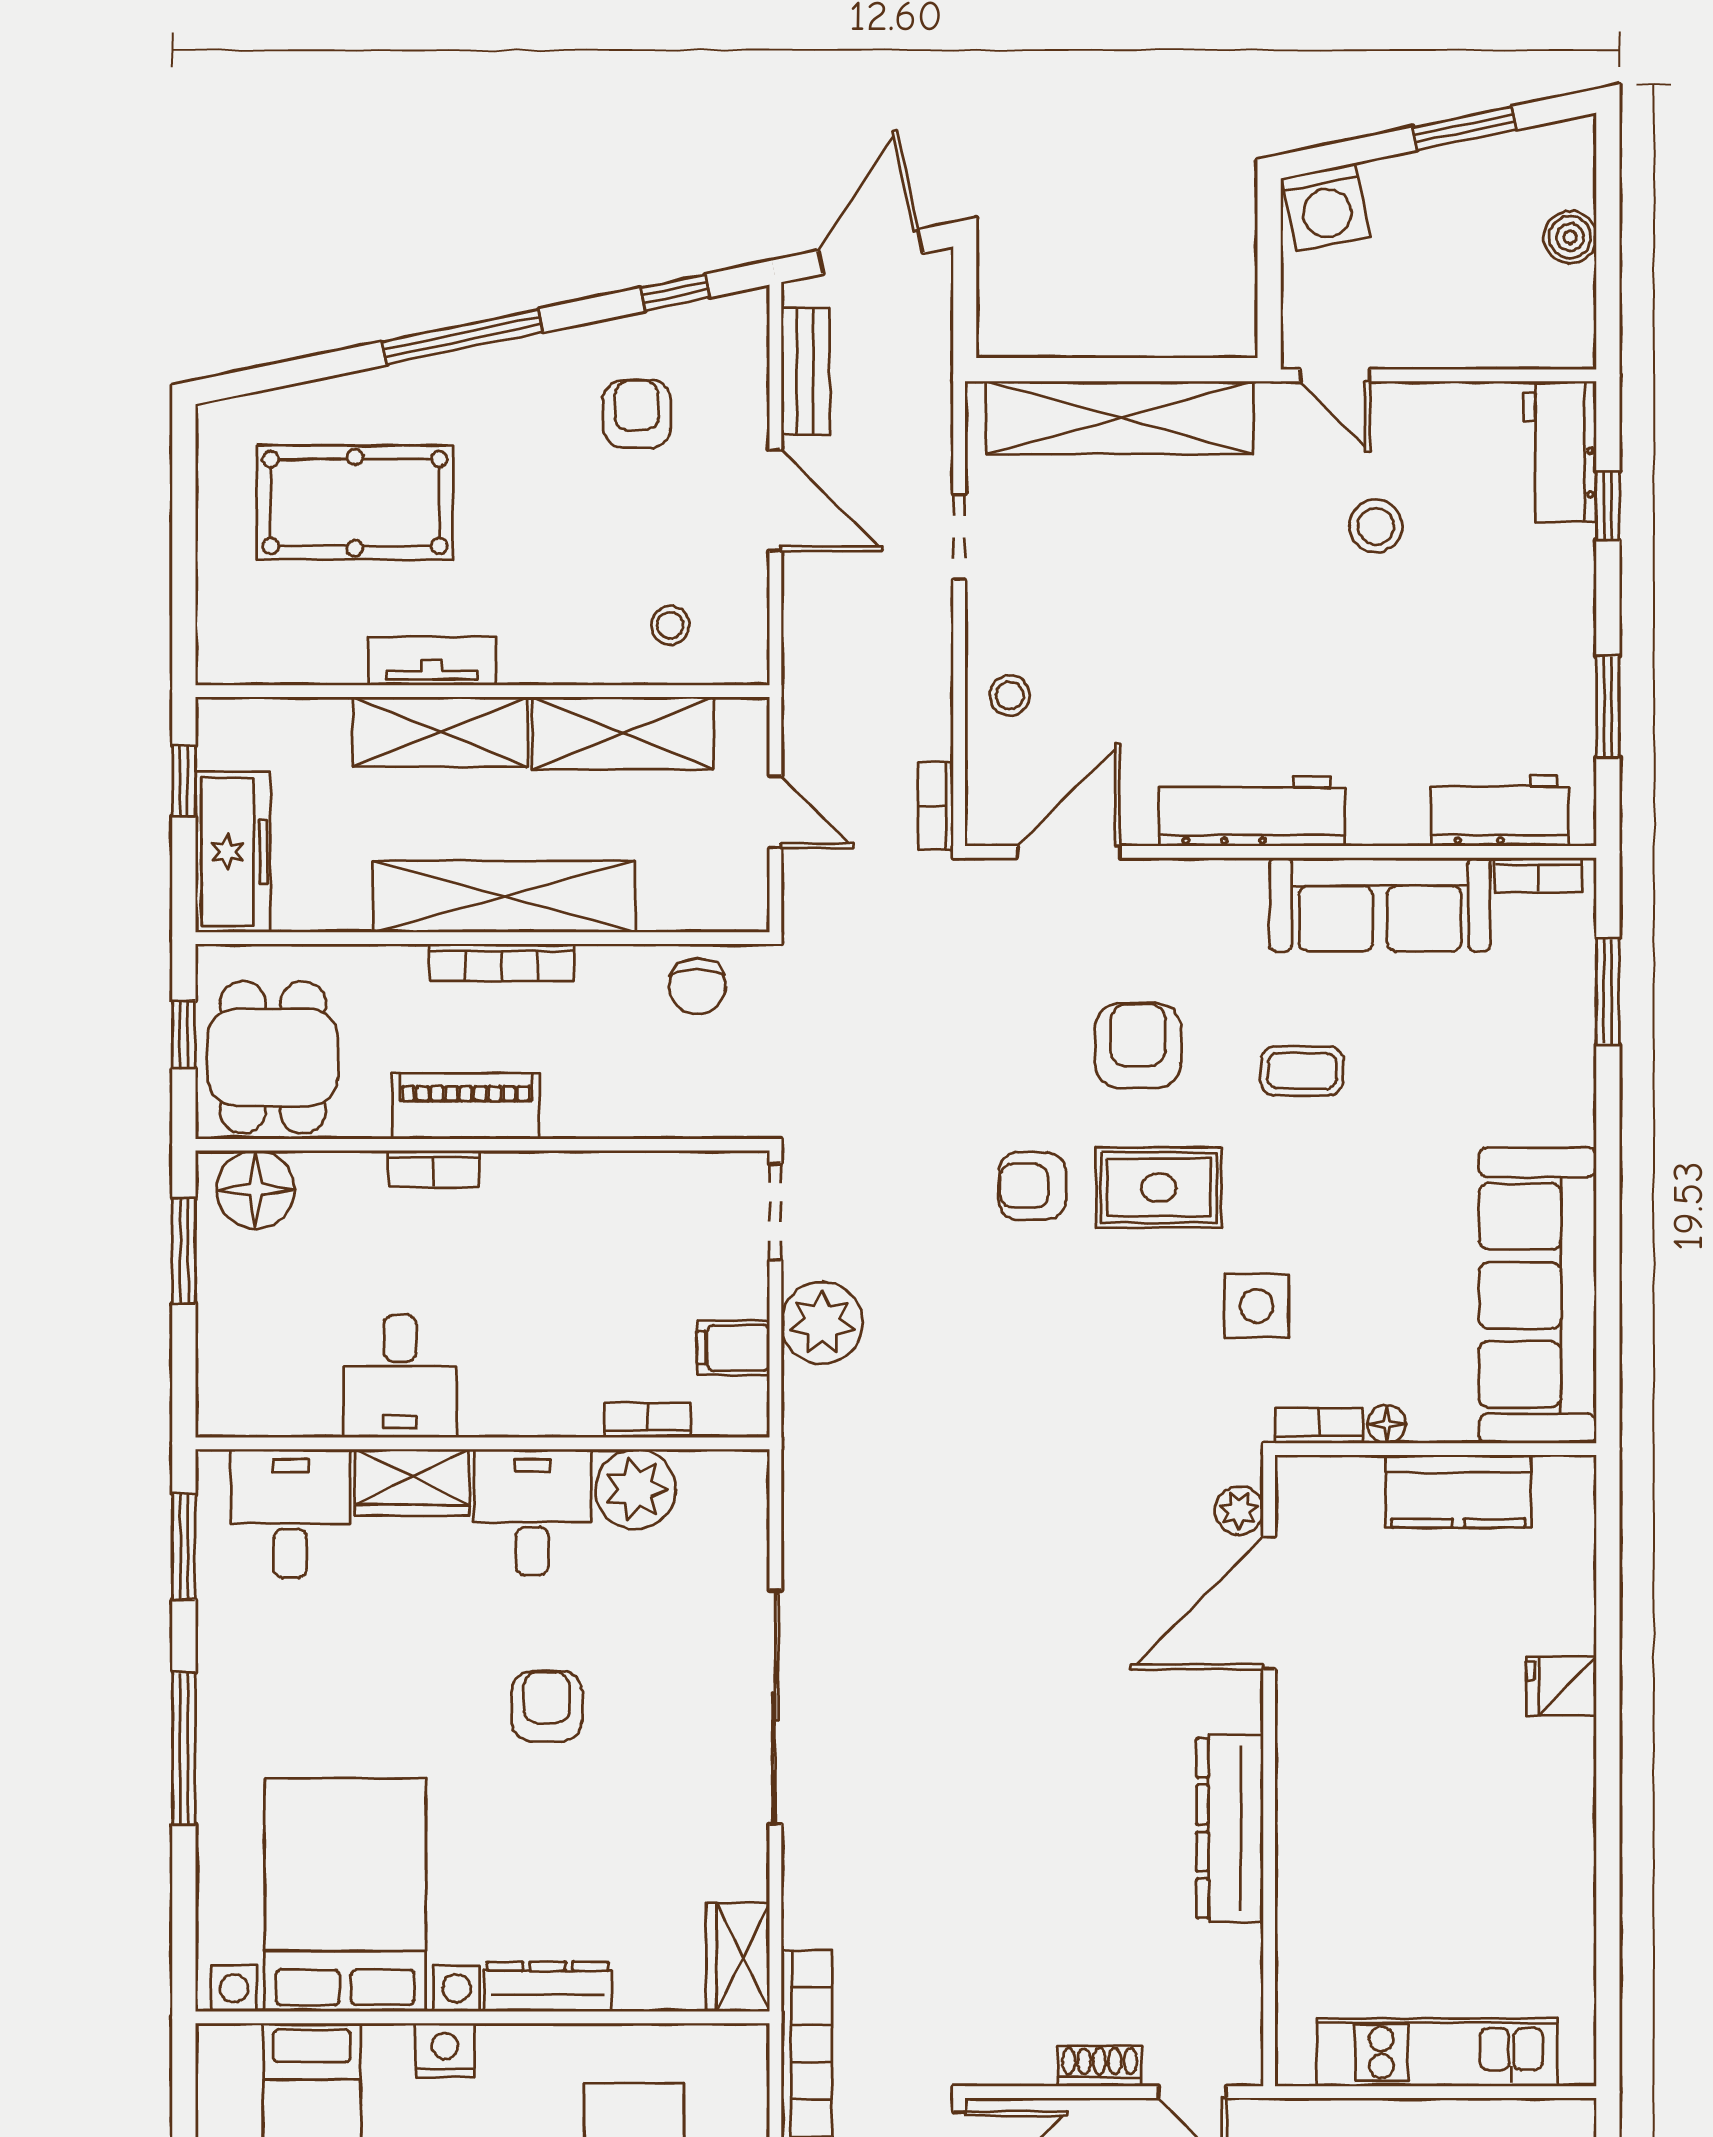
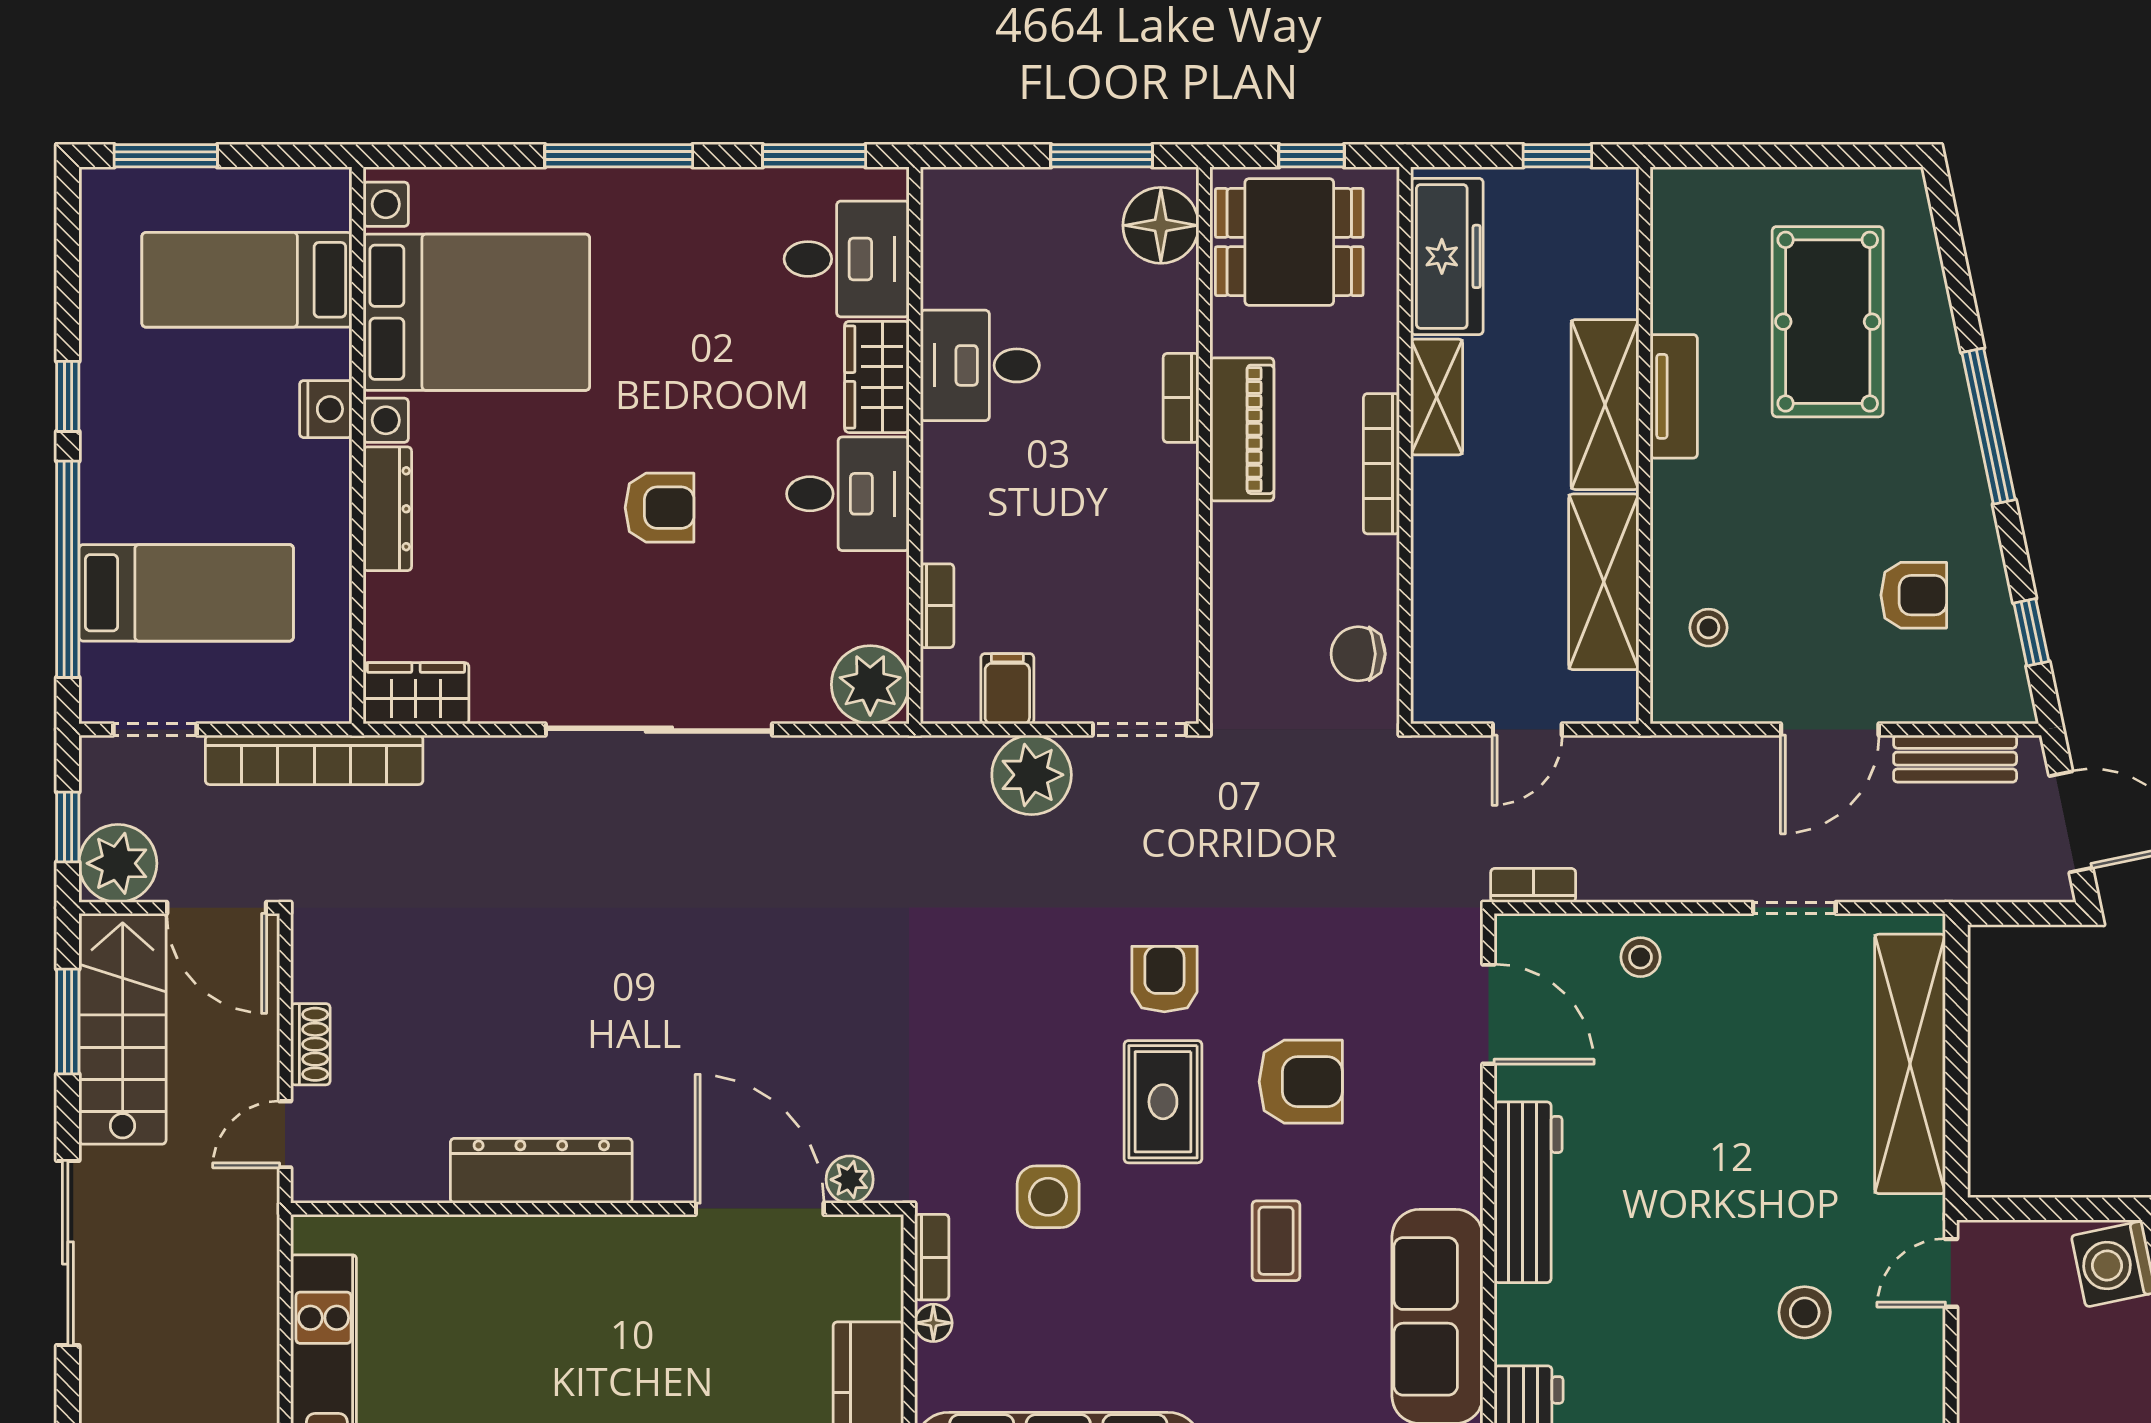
freezer: (233, 852) -> (1447, 256), moved, turned -90
shelving: (504, 897) -> (1437, 397), width x0.45, depth x0.75
plant: (636, 1489) -> (870, 685), moved

